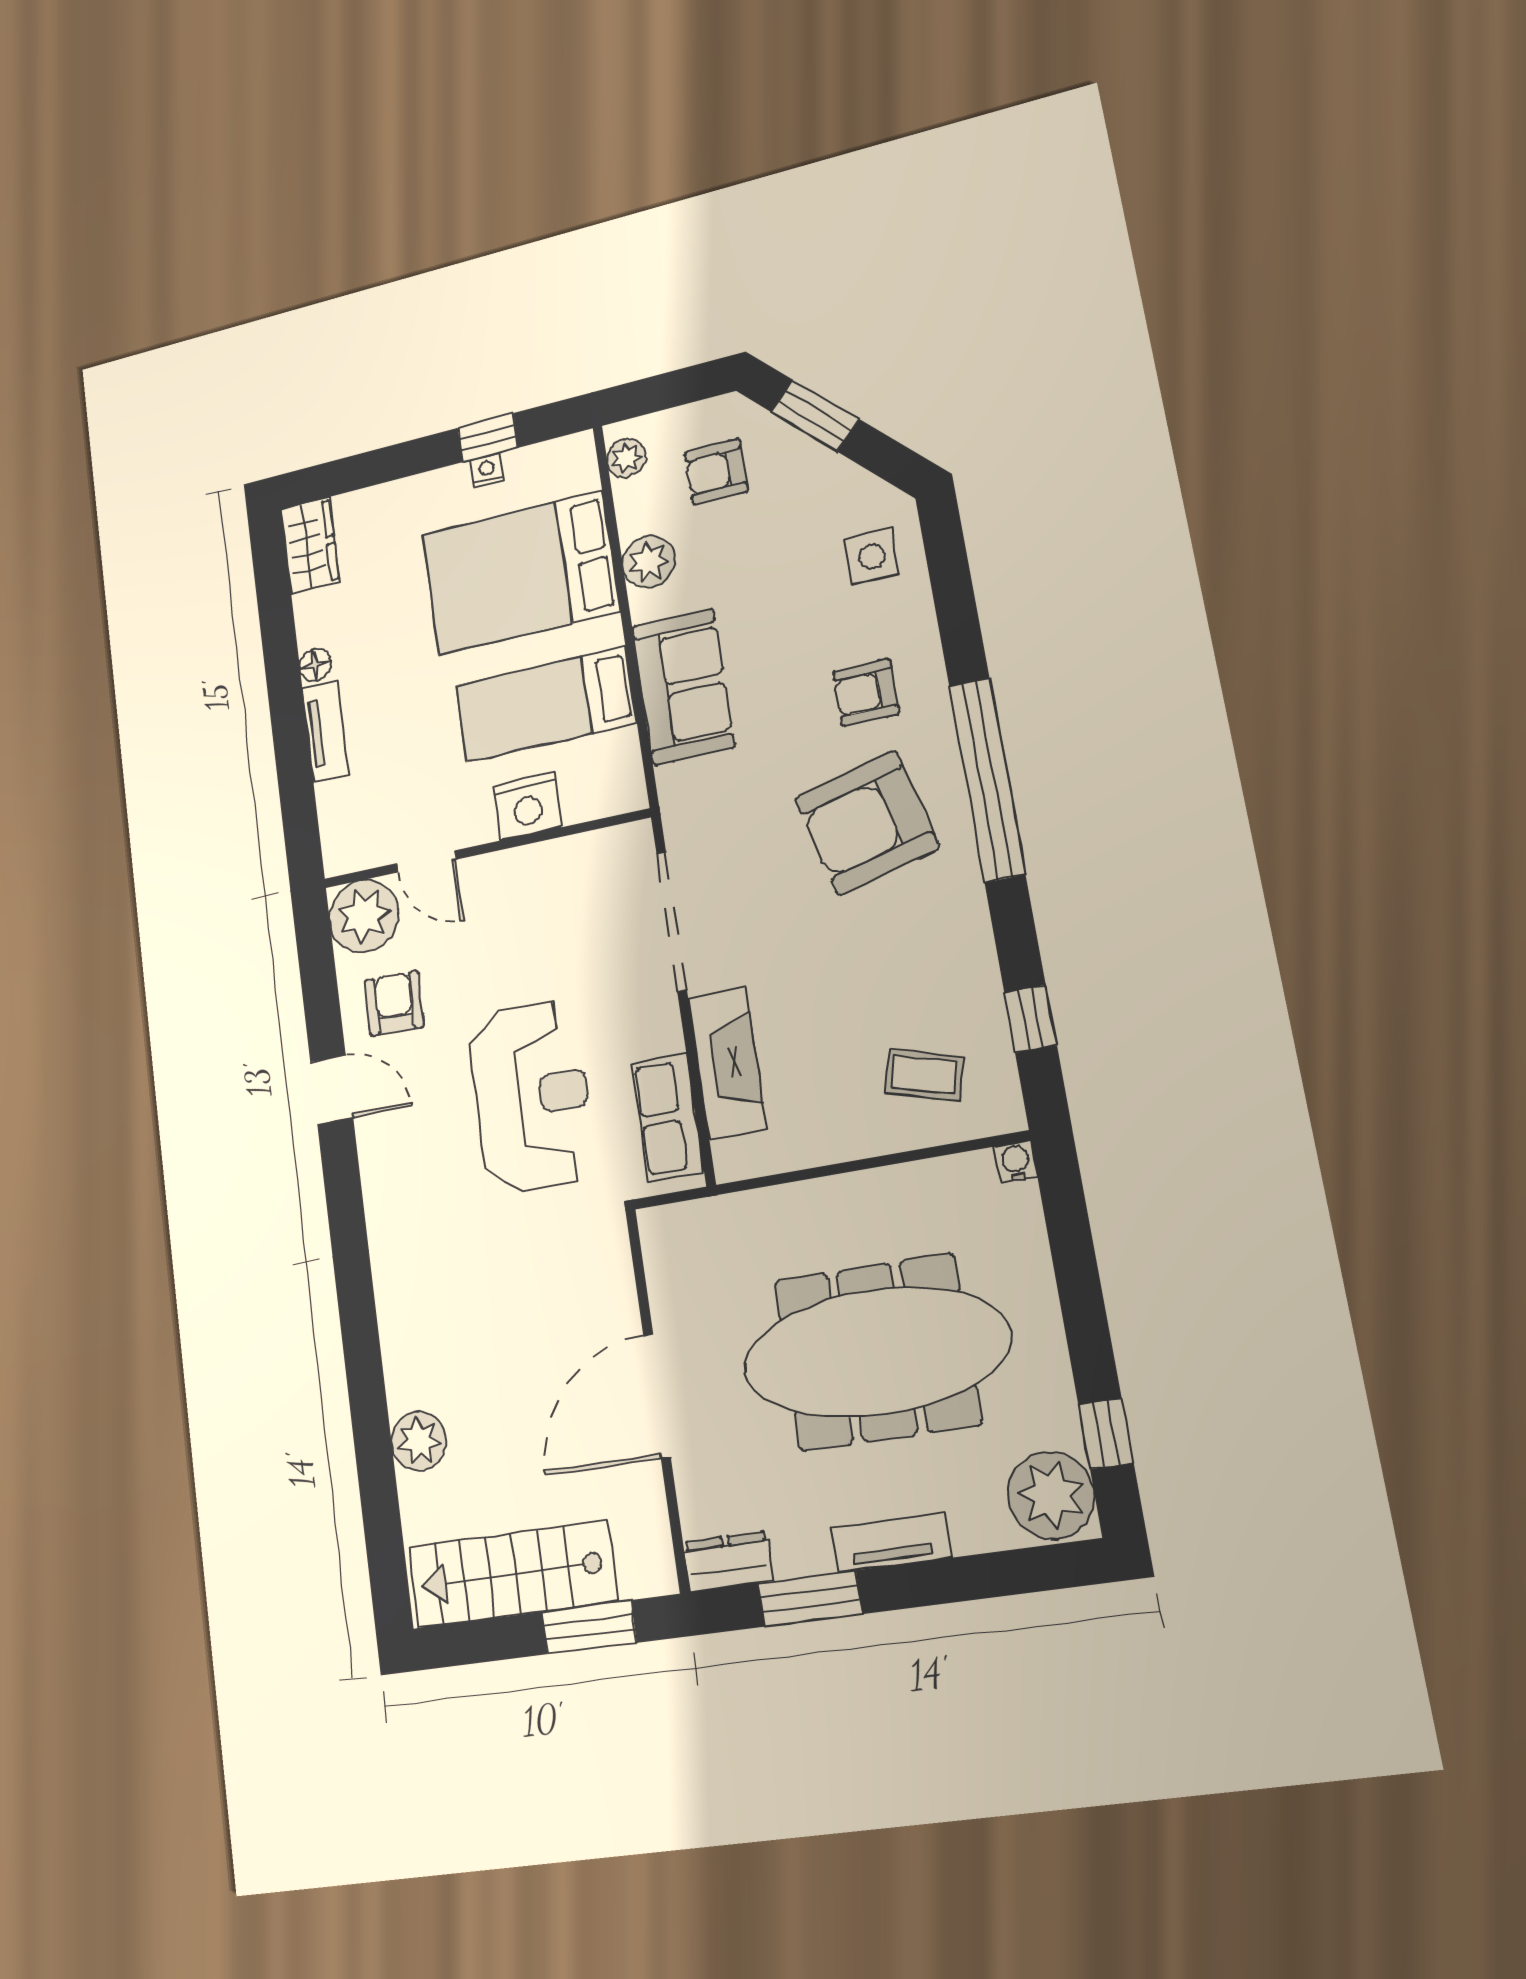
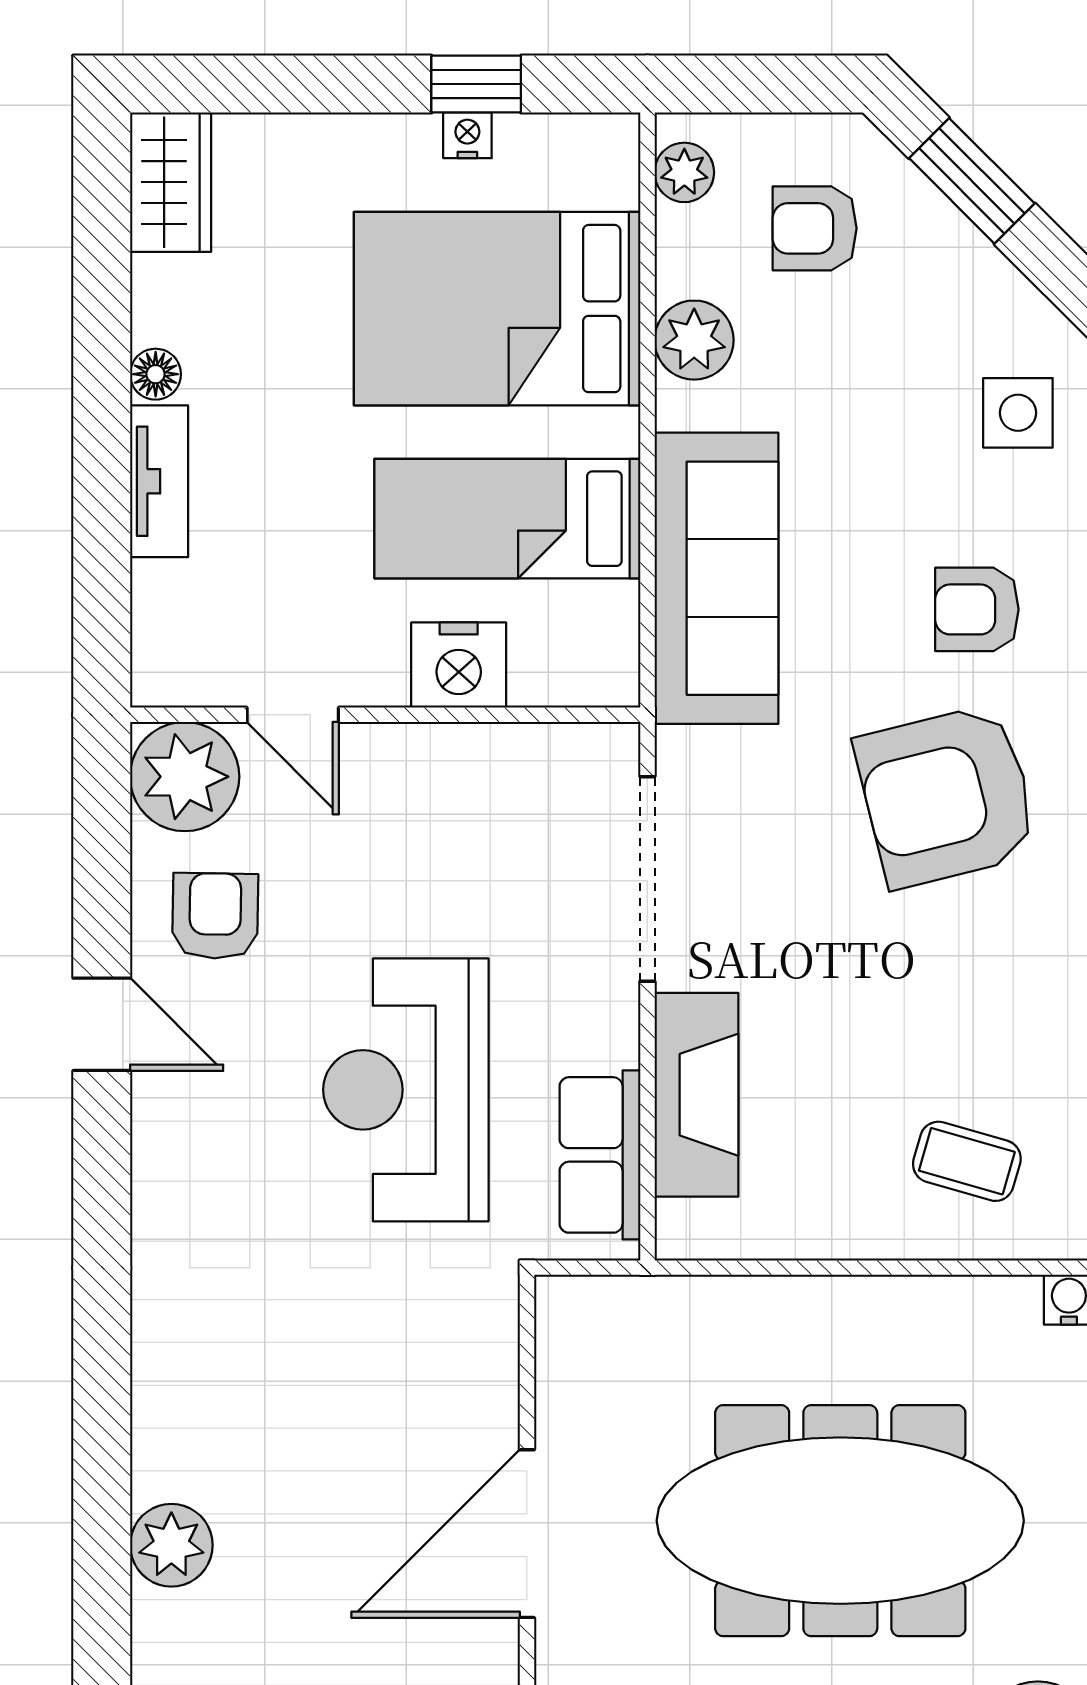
sofa: (683, 687) -> (716, 578), width x1.36
reception desk: (532, 1096) -> (406, 1090), turned 180

